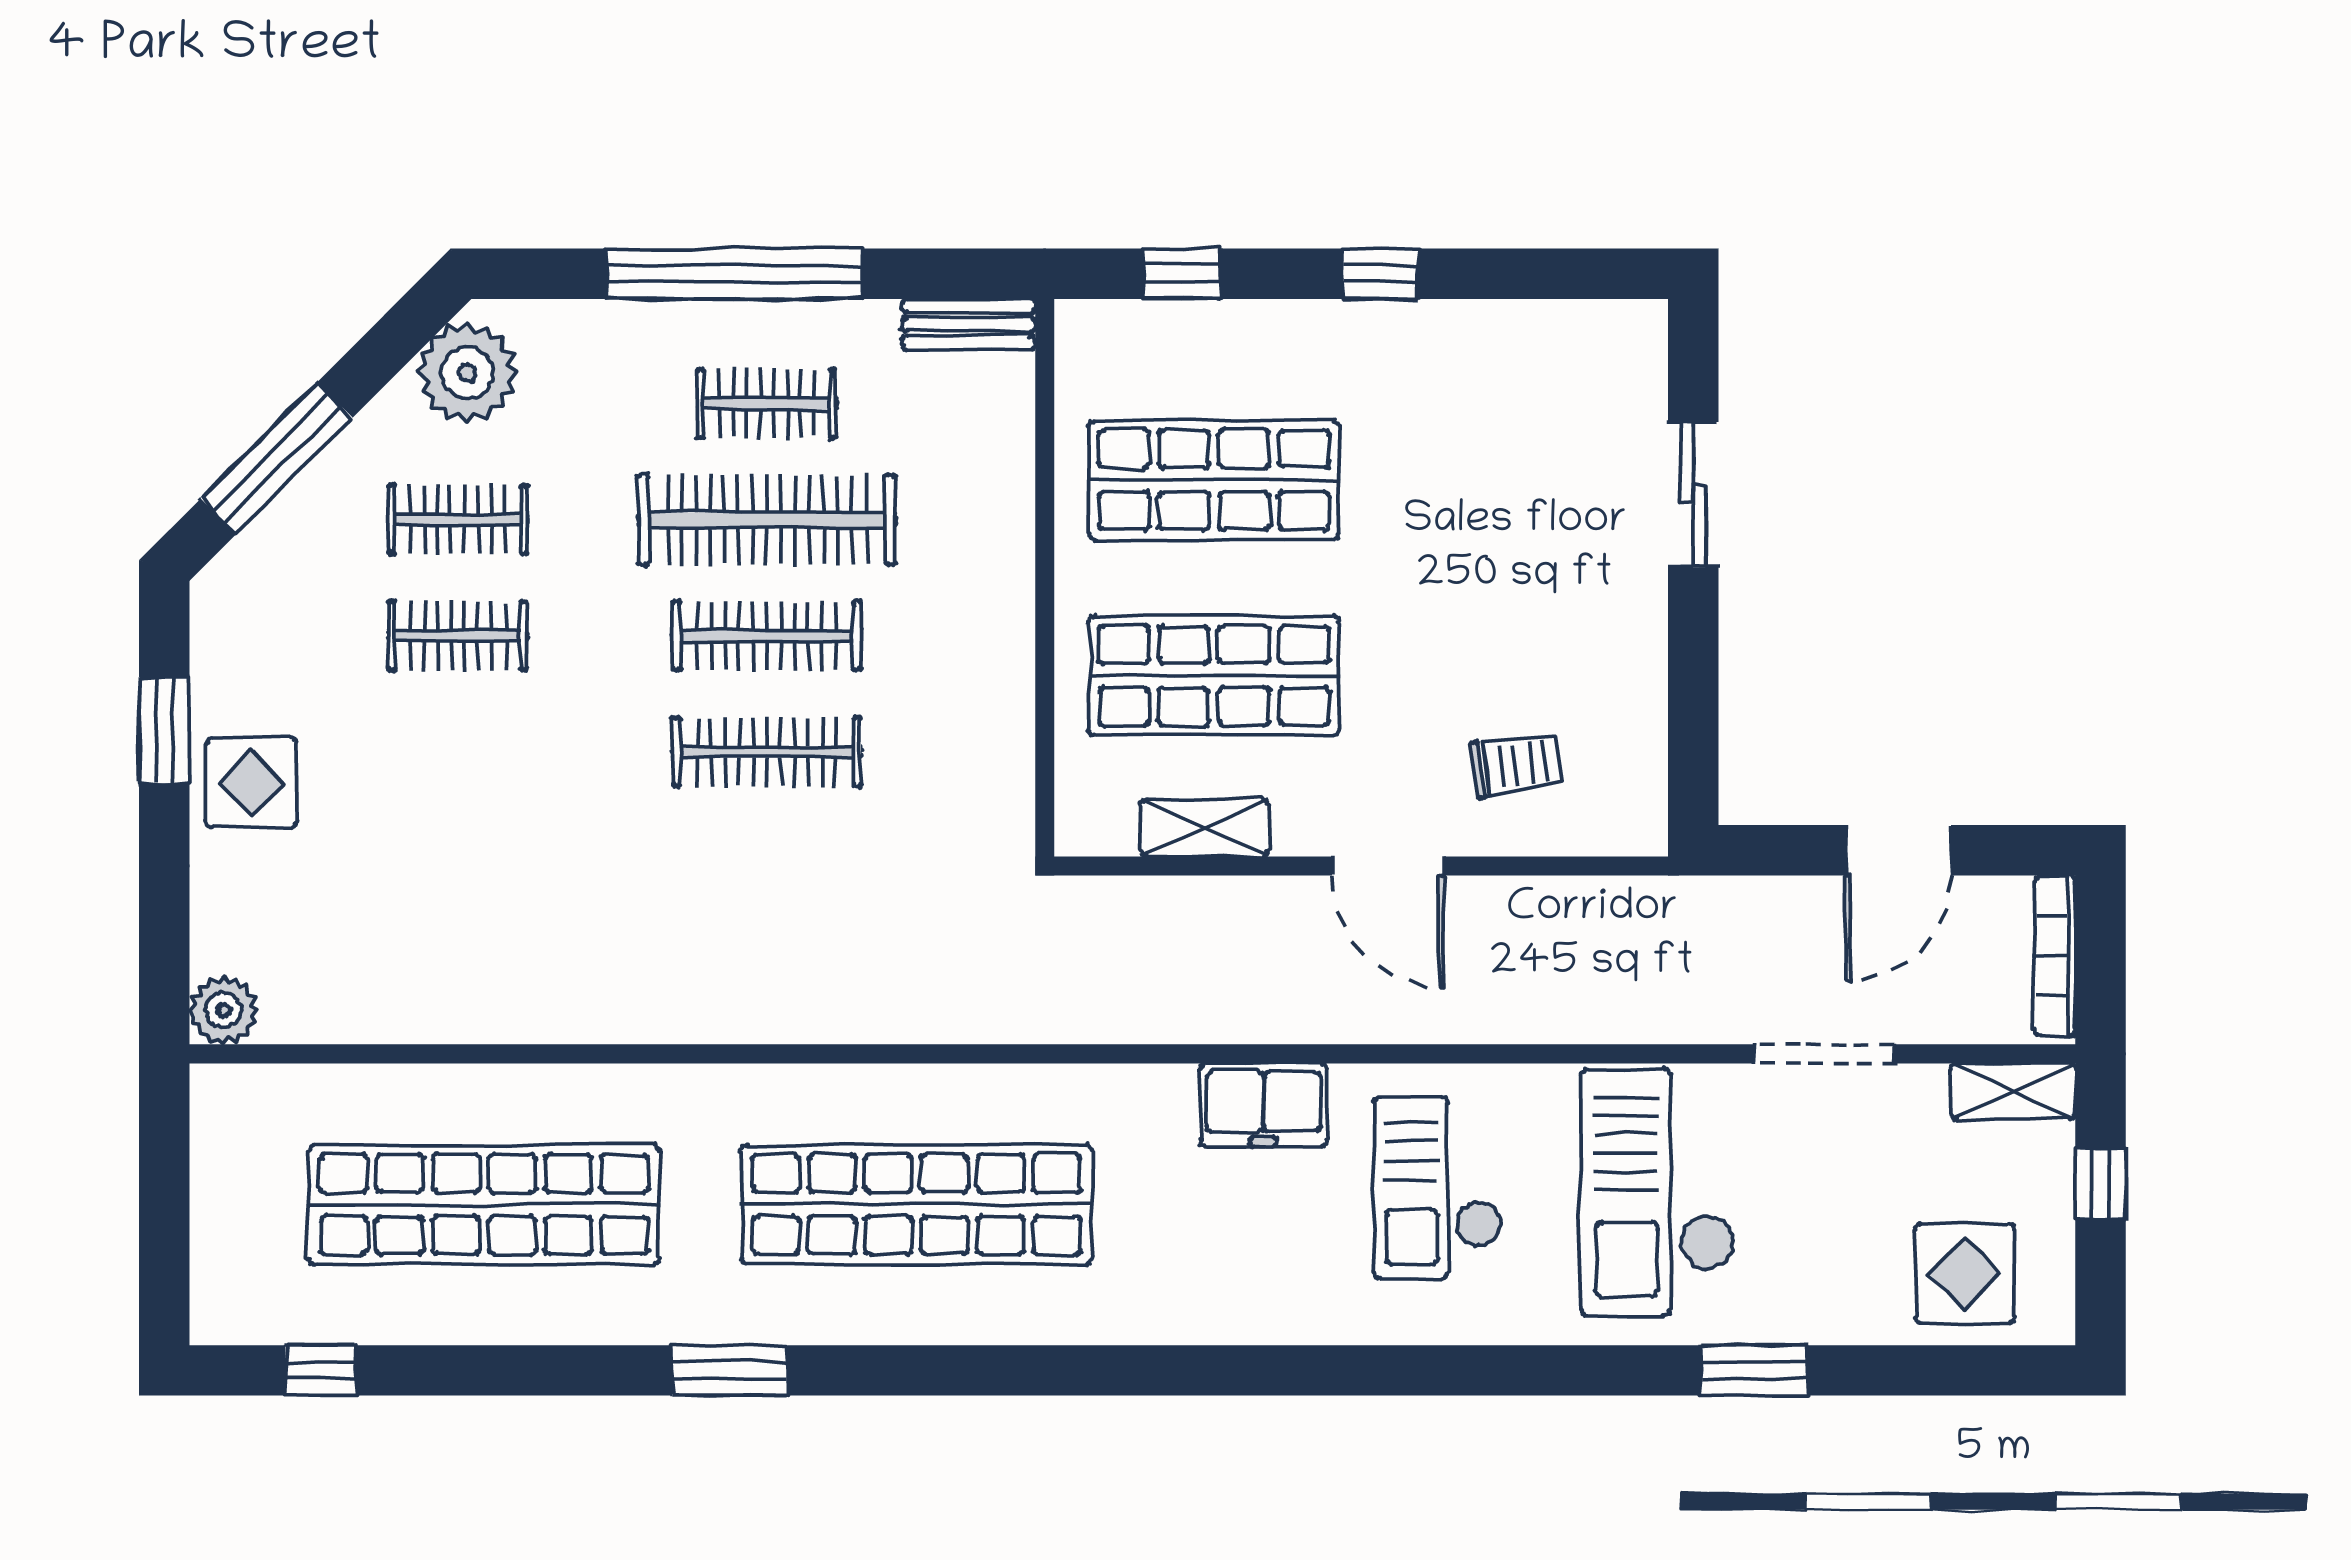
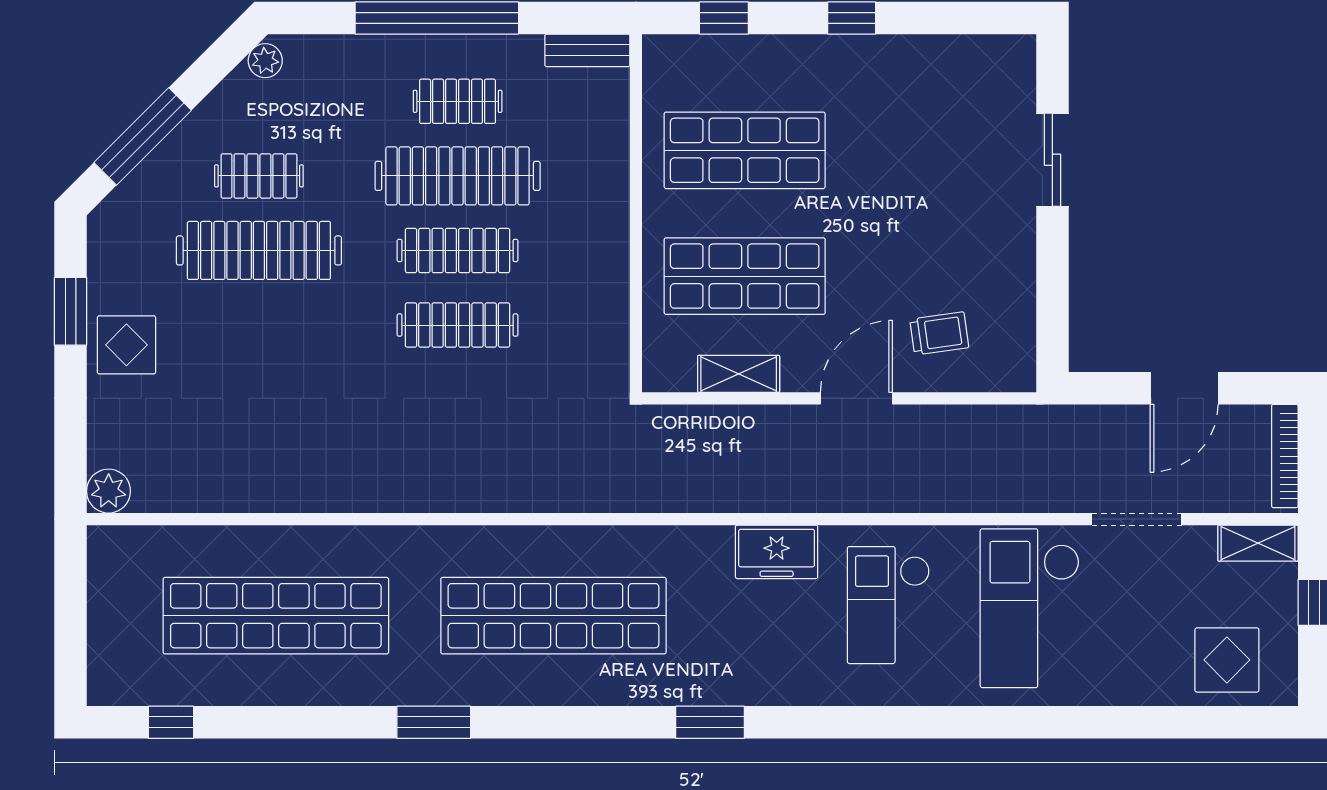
plant: (468, 373) -> (265, 61), width x0.53, depth x0.53
clothes rail: (458, 636) -> (259, 250), width x1.86, depth x1.31
door: (1388, 866) -> (856, 398), swing flipped
window: (1754, 1370) -> (710, 722), moved

